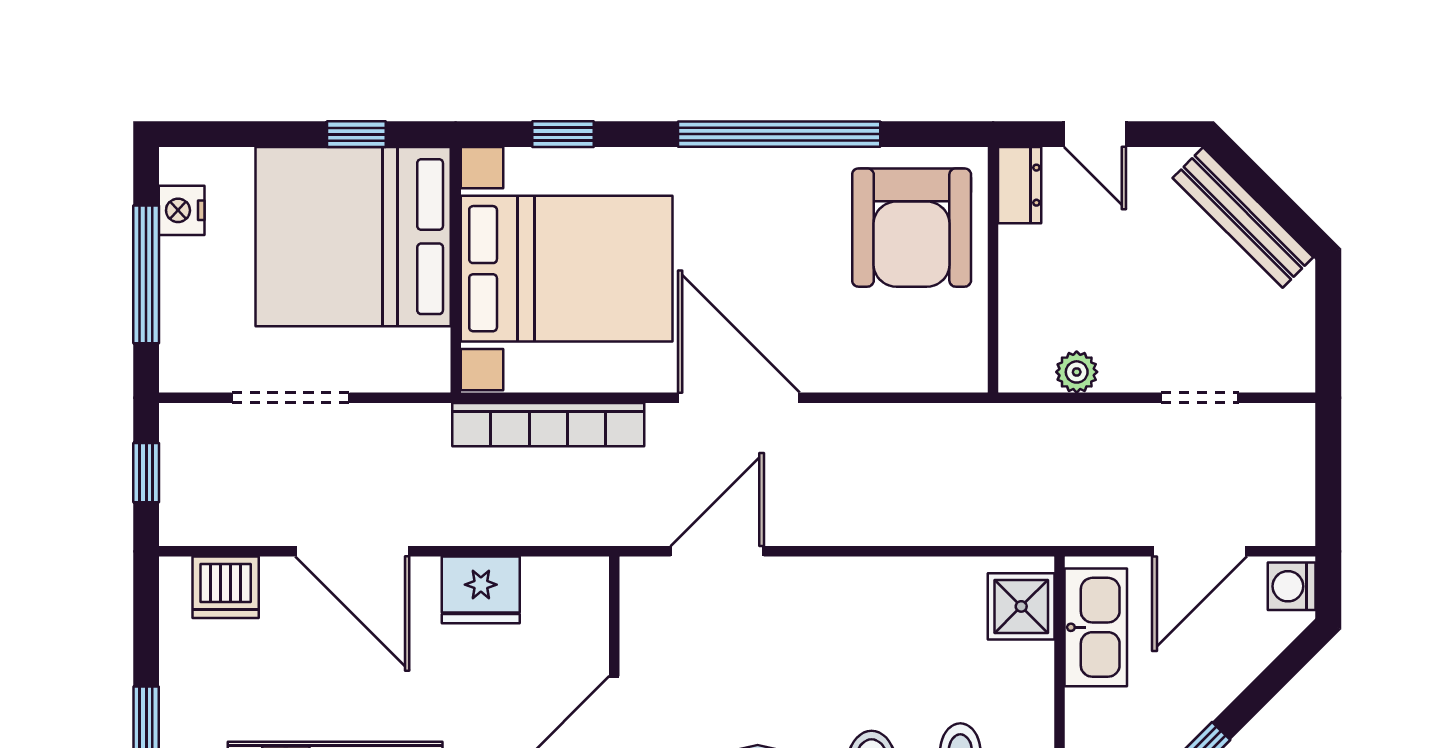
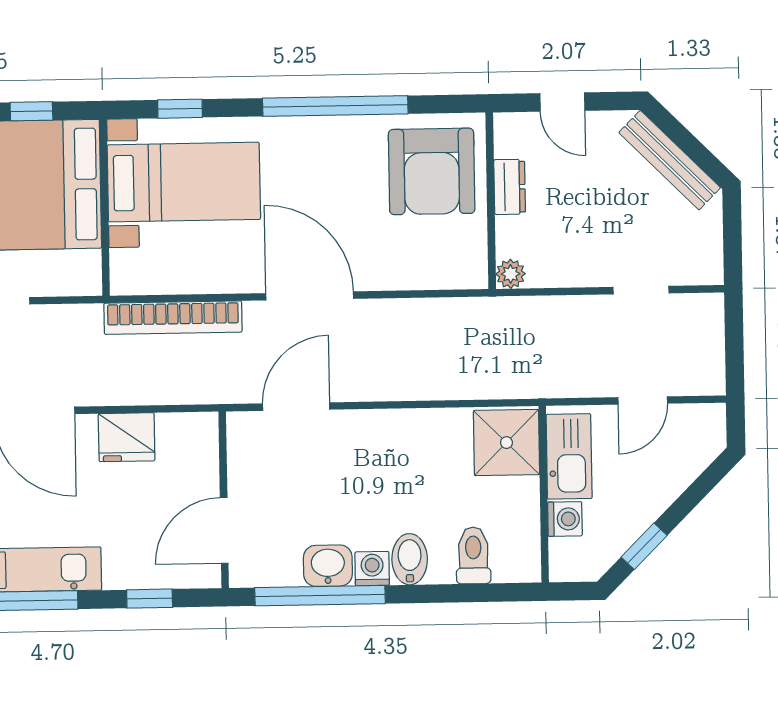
dresser: (1020, 185) -> (510, 187), moved
bed with nightstands: (567, 269) -> (184, 182), width x0.73
plant: (1077, 372) -> (511, 274), moved
door: (1200, 551) -> (643, 400), width x0.73
washing machine: (1292, 586) -> (565, 519), moved, turned 180
shower: (1021, 606) -> (507, 443), width x1.36, depth x1.36

